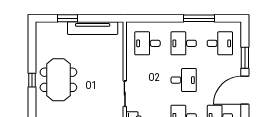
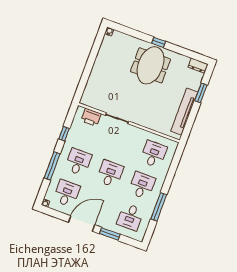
dresser: (41, 31) -> (198, 66), added
meeting table: (58, 80) -> (150, 65), turned 90
desk: (184, 80) -> (110, 174), turned 180
door: (245, 90) -> (82, 224), hinge flipped

